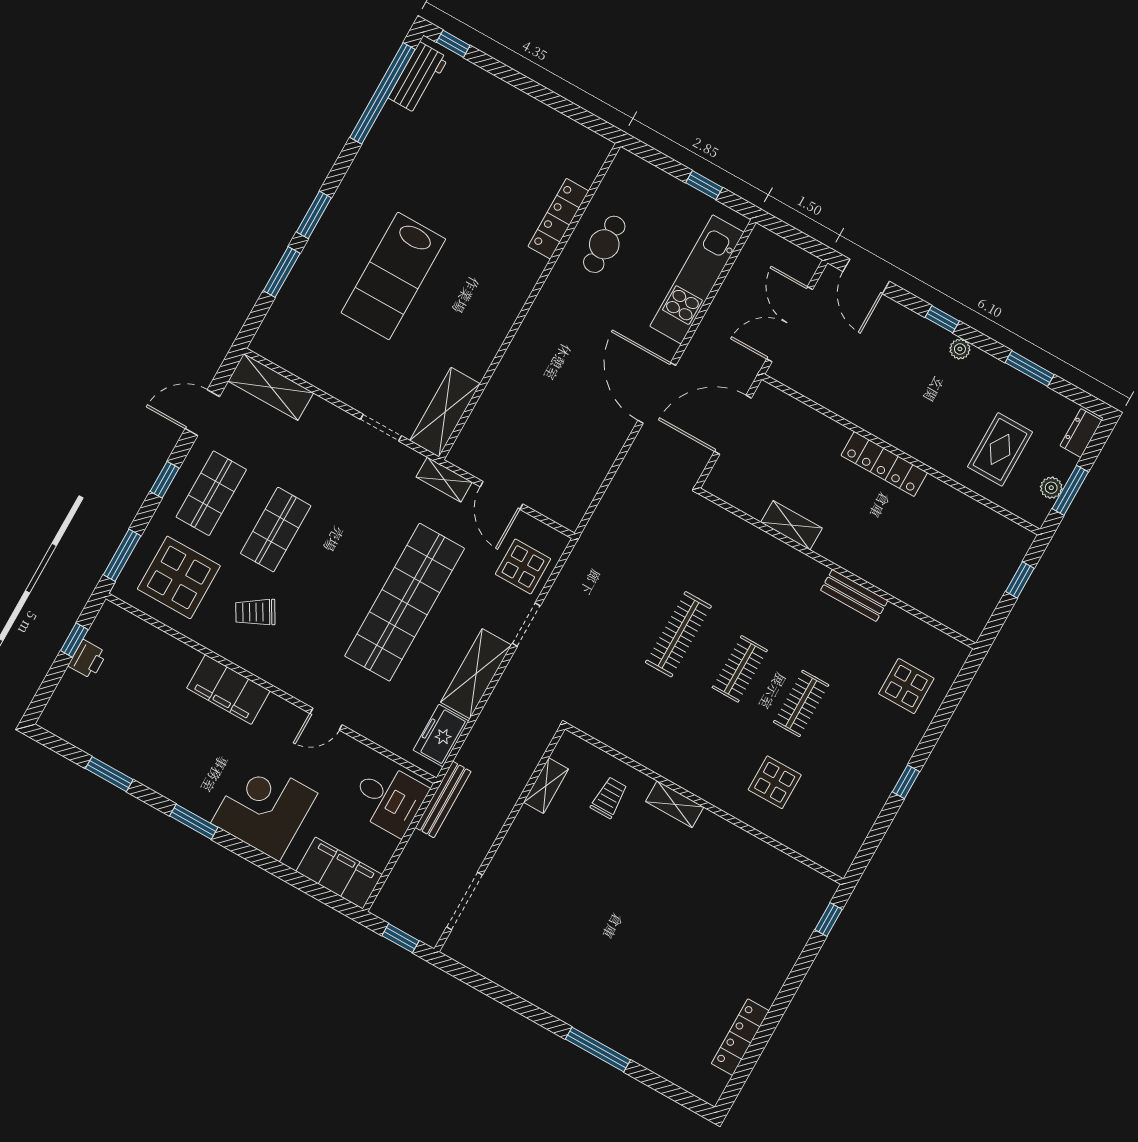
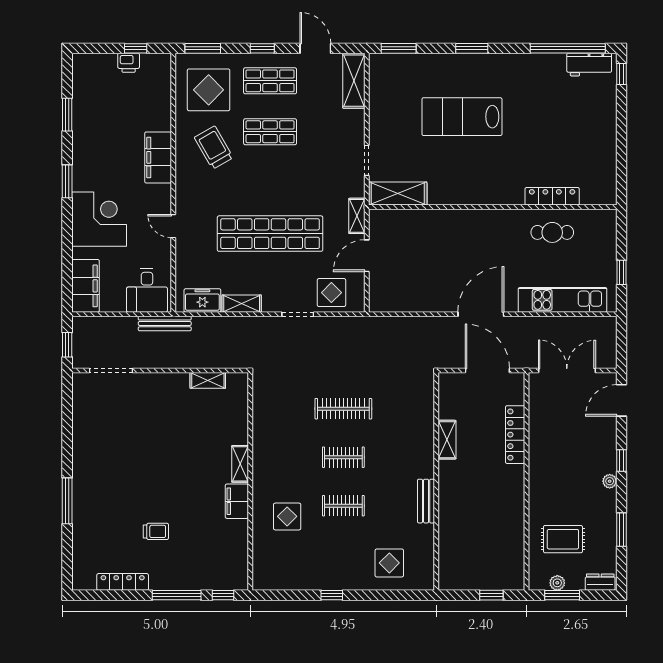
window: (282, 272) -> (399, 48), moved
locker: (884, 464) -> (515, 435), moved
trolley: (255, 612) -> (214, 148), width x1.36, depth x1.39
shelving: (476, 674) -> (242, 304), width x0.67, depth x0.75
trolley: (609, 798) -> (156, 531), moved
filing cabinet: (720, 835) -> (237, 501), added
window: (795, 978) -> (177, 595), added

